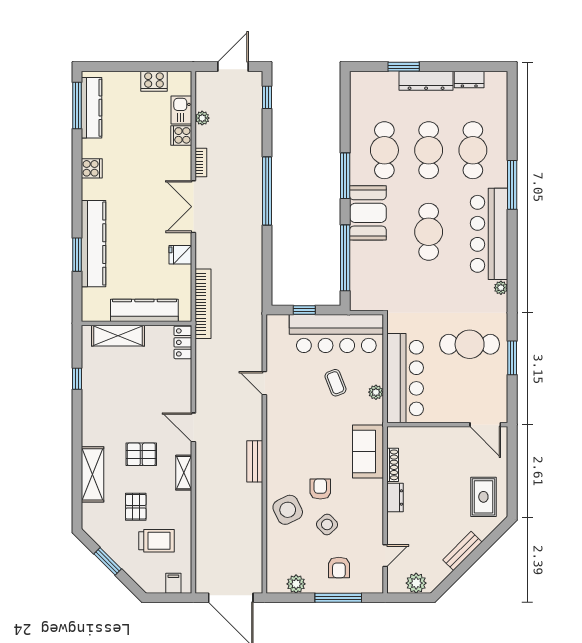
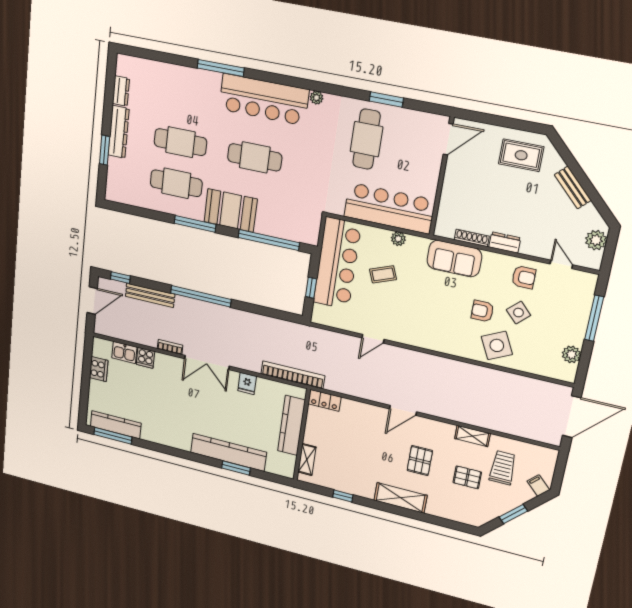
door: (233, 67) -> (92, 301), swing flipped
plant: (202, 118) -> (133, 337), removed
cafe table: (473, 150) -> (185, 100), removed
cooker: (92, 168) -> (165, 437), removed
shelving: (118, 336) -> (307, 460), width x0.67, depth x0.75
bench: (255, 461) -> (150, 295), moved, width x1.36
shelving: (184, 473) -> (472, 436), moved
shelving: (93, 474) -> (401, 498), moved
armchair: (339, 567) -> (524, 277), moved
filing cabinet: (173, 583) -> (538, 485), moved, turned 45

